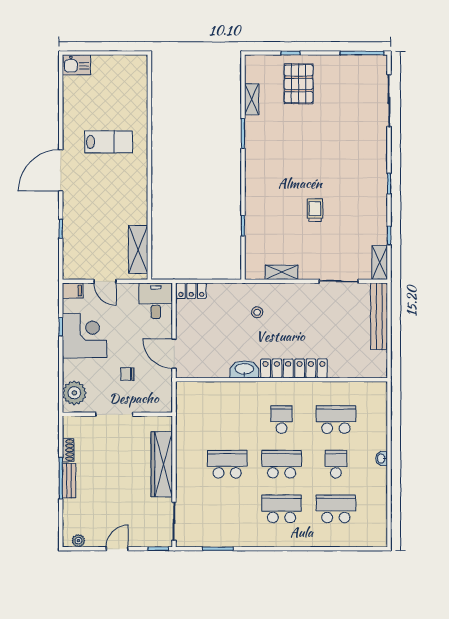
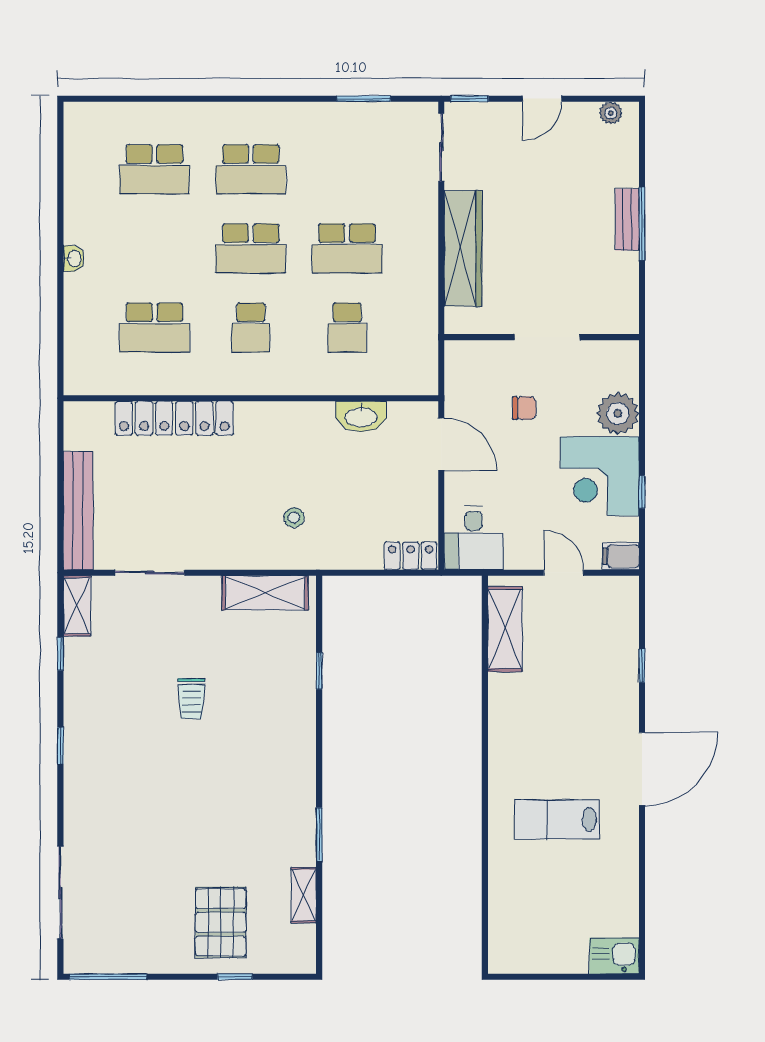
shelving: (282, 272) -> (265, 593), width x1.50, depth x1.33
locker: (294, 368) -> (174, 418), moved
washbasin: (244, 369) -> (361, 416), moved
plant: (74, 393) -> (618, 414), moved
shoe rack: (68, 450) -> (629, 273), removed
school desk: (336, 464) -> (347, 328), moved

